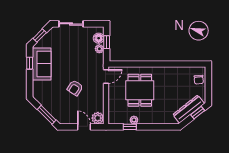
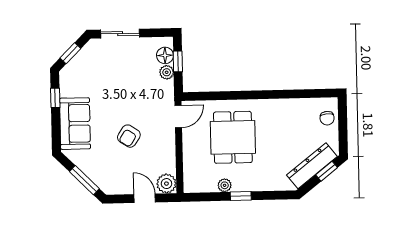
sofa: (42, 64) -> (75, 124), moved
window: (130, 127) -> (241, 196), moved

